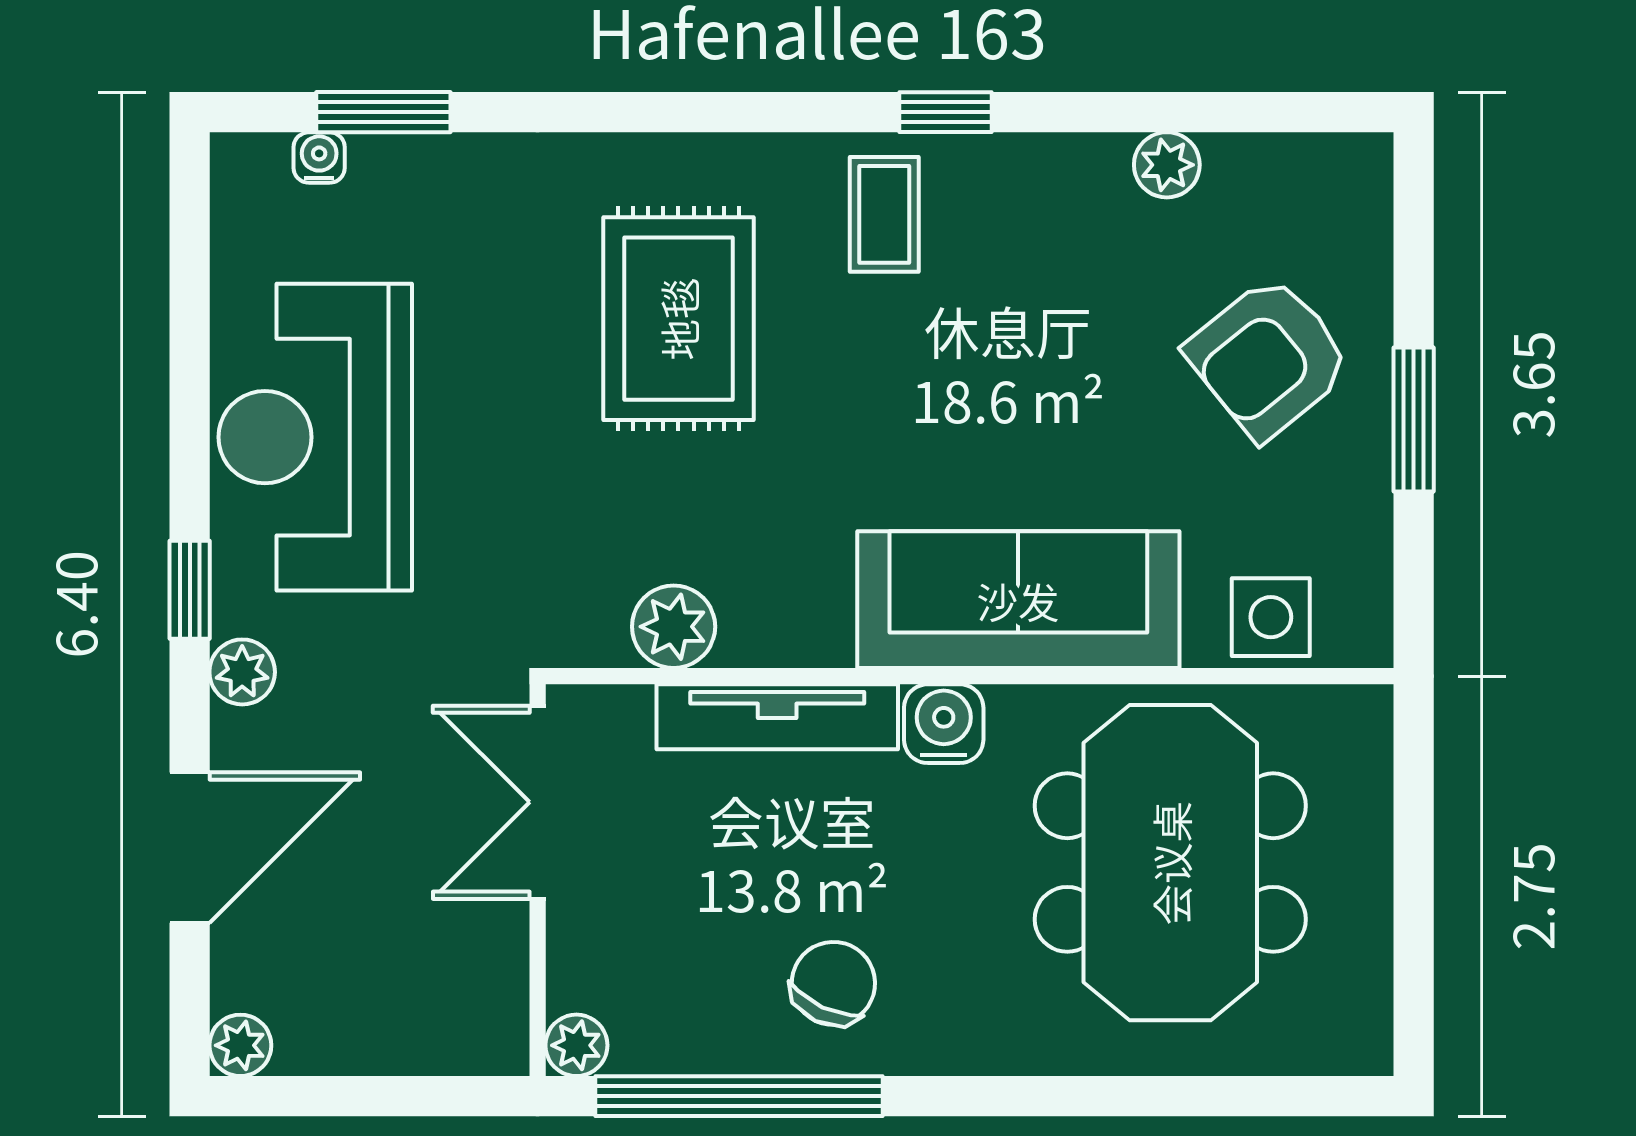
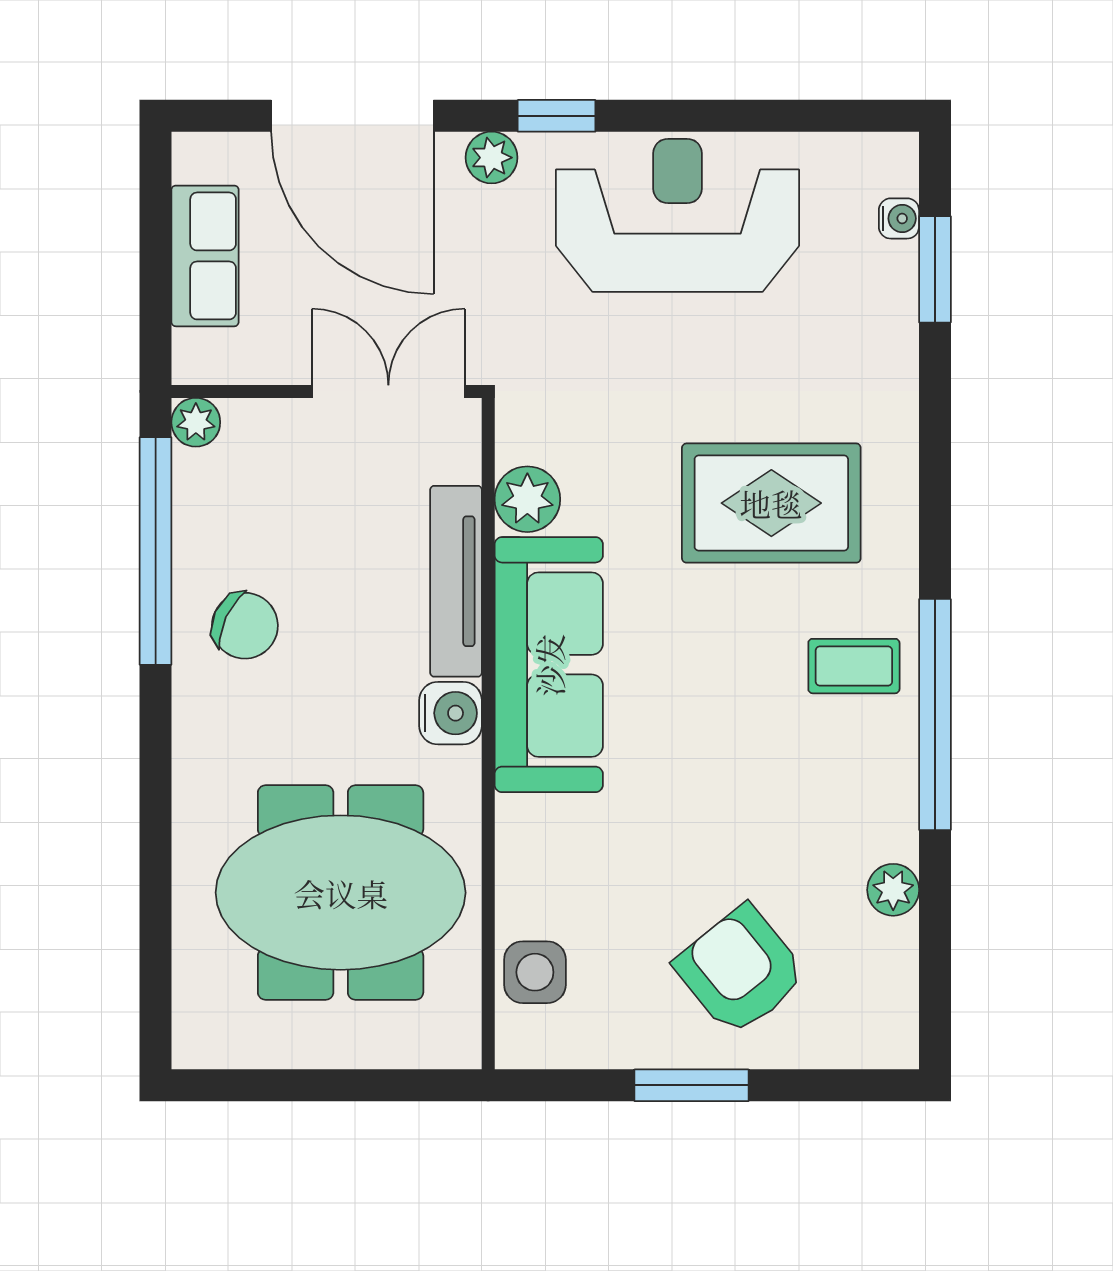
window: (945, 112) -> (935, 714), width x3.17
sofa: (1018, 600) -> (549, 665), moved
door: (190, 848) -> (352, 116), width x1.36
row of seats: (366, 1034) -> (205, 256), added
plant: (240, 1045) -> (196, 156), removed

